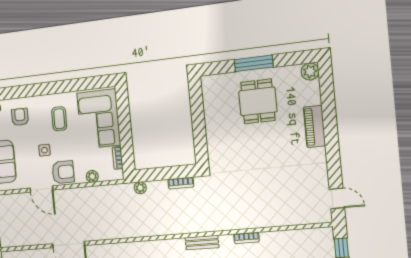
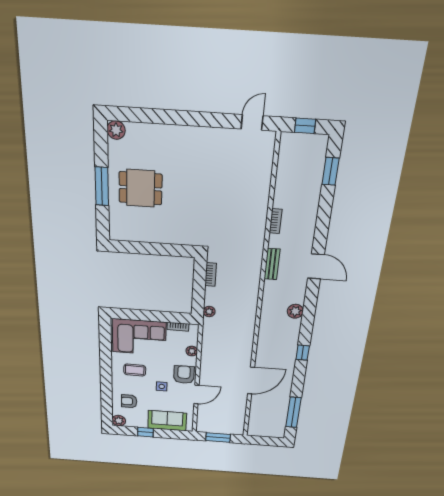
piano: (315, 126) -> (173, 134), removed

